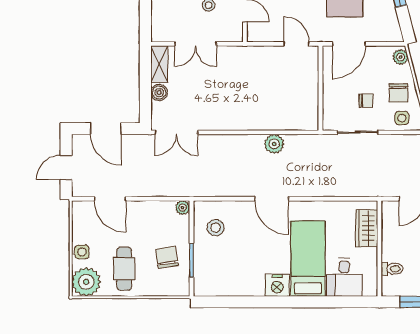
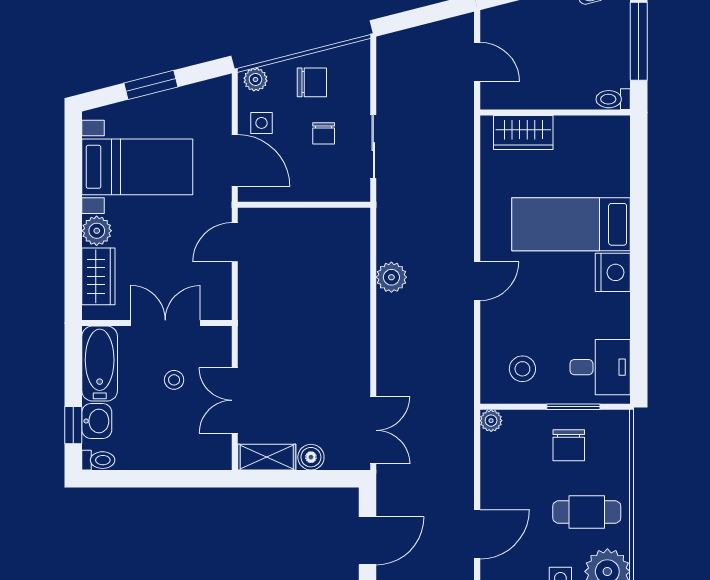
double door: (196, 44) -> (235, 400), swing flipped
chair: (366, 101) -> (324, 133), turned 180
side table: (402, 118) -> (262, 123), moved
door: (272, 199) -> (477, 281), width x0.73
chair: (167, 257) -> (569, 445), turned -81
toilet: (392, 269) -> (613, 99), moved, turned -90
desk: (344, 277) -> (600, 367), moved

